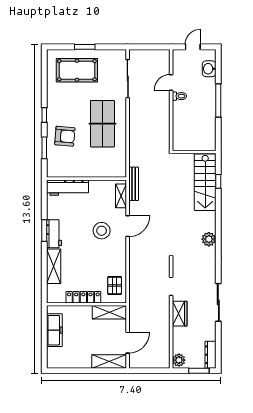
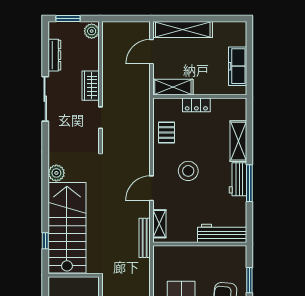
stairs: (205, 182) -> (67, 228), width x1.36, depth x1.51
window: (44, 231) -> (249, 183), width x1.44
stool: (102, 231) -> (188, 171), moved
pallet: (115, 285) -> (167, 132), moved
locker: (83, 297) -> (196, 105), width x0.66
dresser: (211, 355) -> (54, 55), moved
shelving: (109, 361) -> (183, 30), width x1.47

